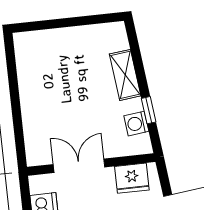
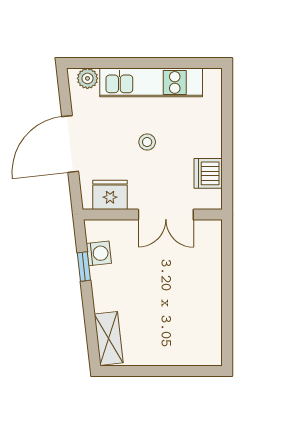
shelving: (125, 75) -> (109, 338), moved

